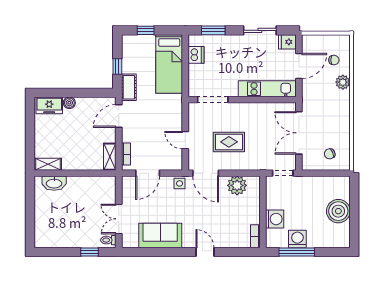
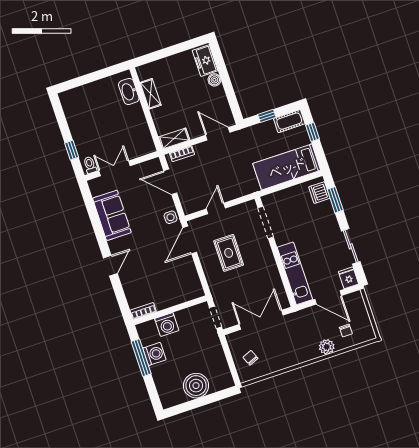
dishwasher: (196, 55) -> (319, 193), moved, turned 90
cot: (129, 87) -> (289, 121), moved
shelving: (48, 164) -> (151, 94), moved
plant: (237, 185) -> (188, 276), removed

